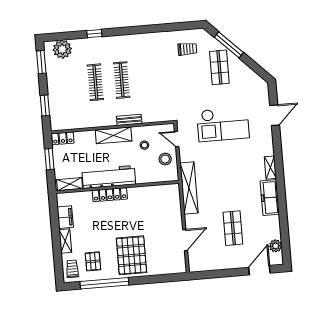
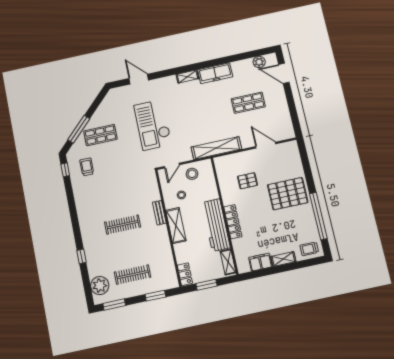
window: (187, 26) -> (65, 170), added
clothes rail: (95, 82) -> (133, 275), moved
checkout: (223, 124) -> (153, 125), turned 180
pallet: (93, 261) -> (247, 181), moved

